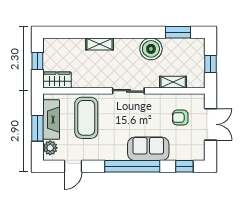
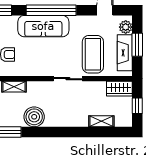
shelving: (100, 44) -> (101, 121), moved
sliding door: (128, 91) -> (68, 79), moved
sofa: (148, 149) -> (43, 26), width x1.36

